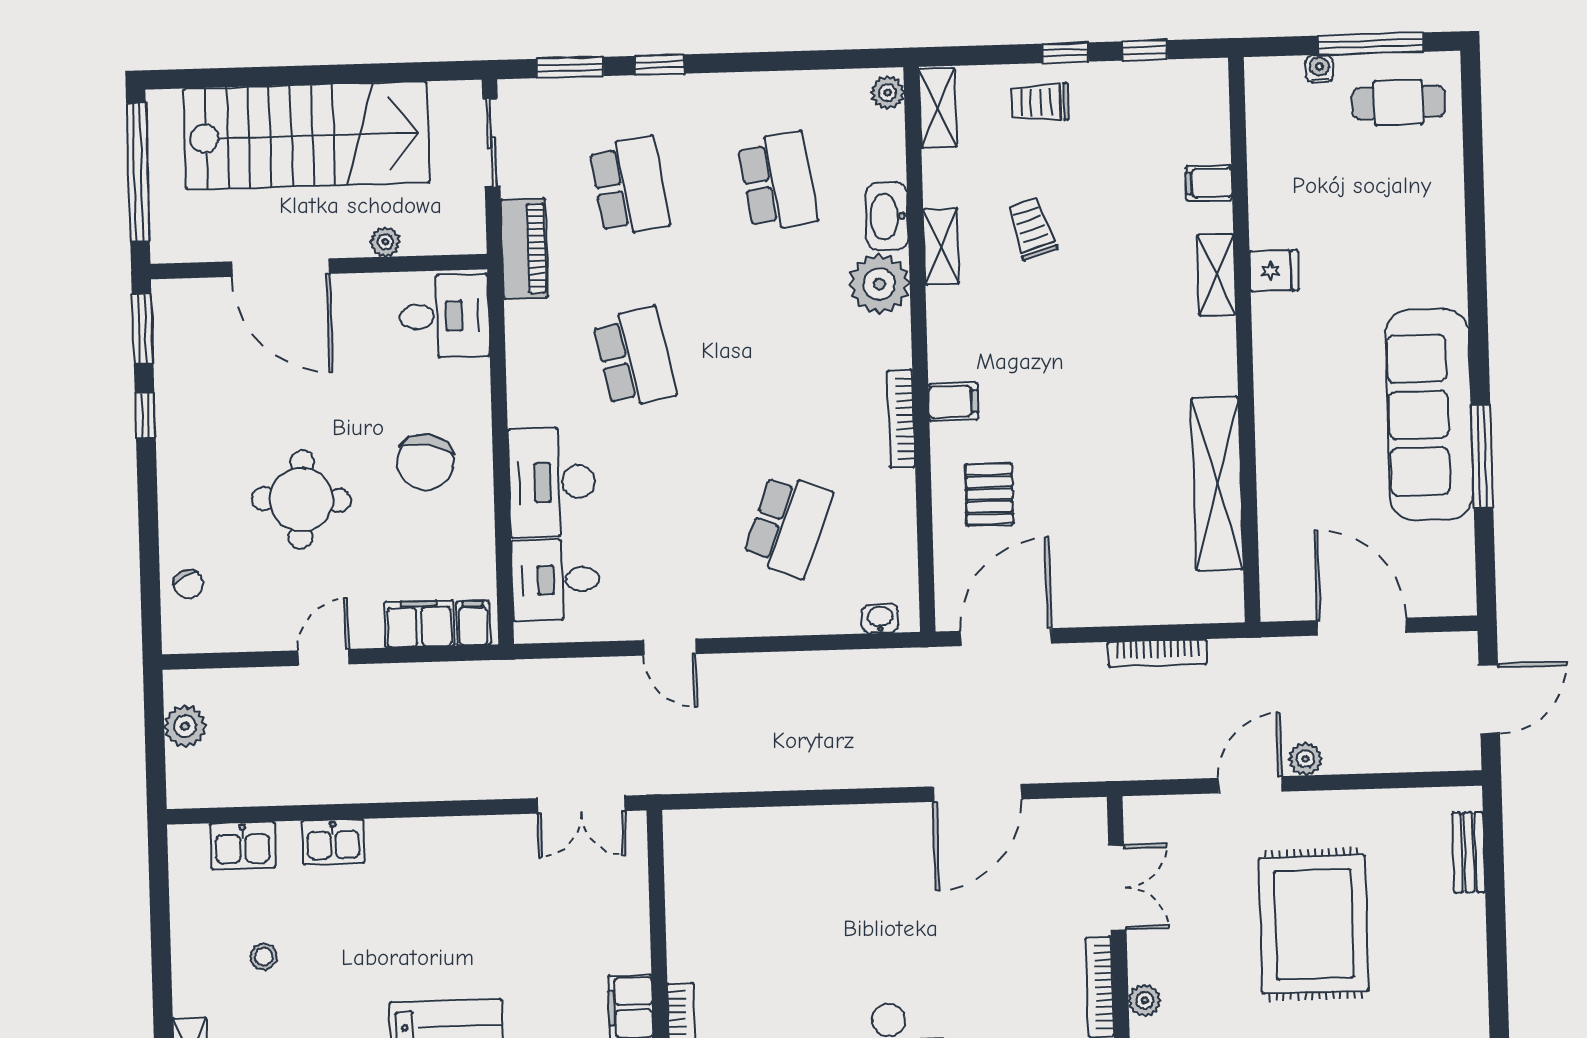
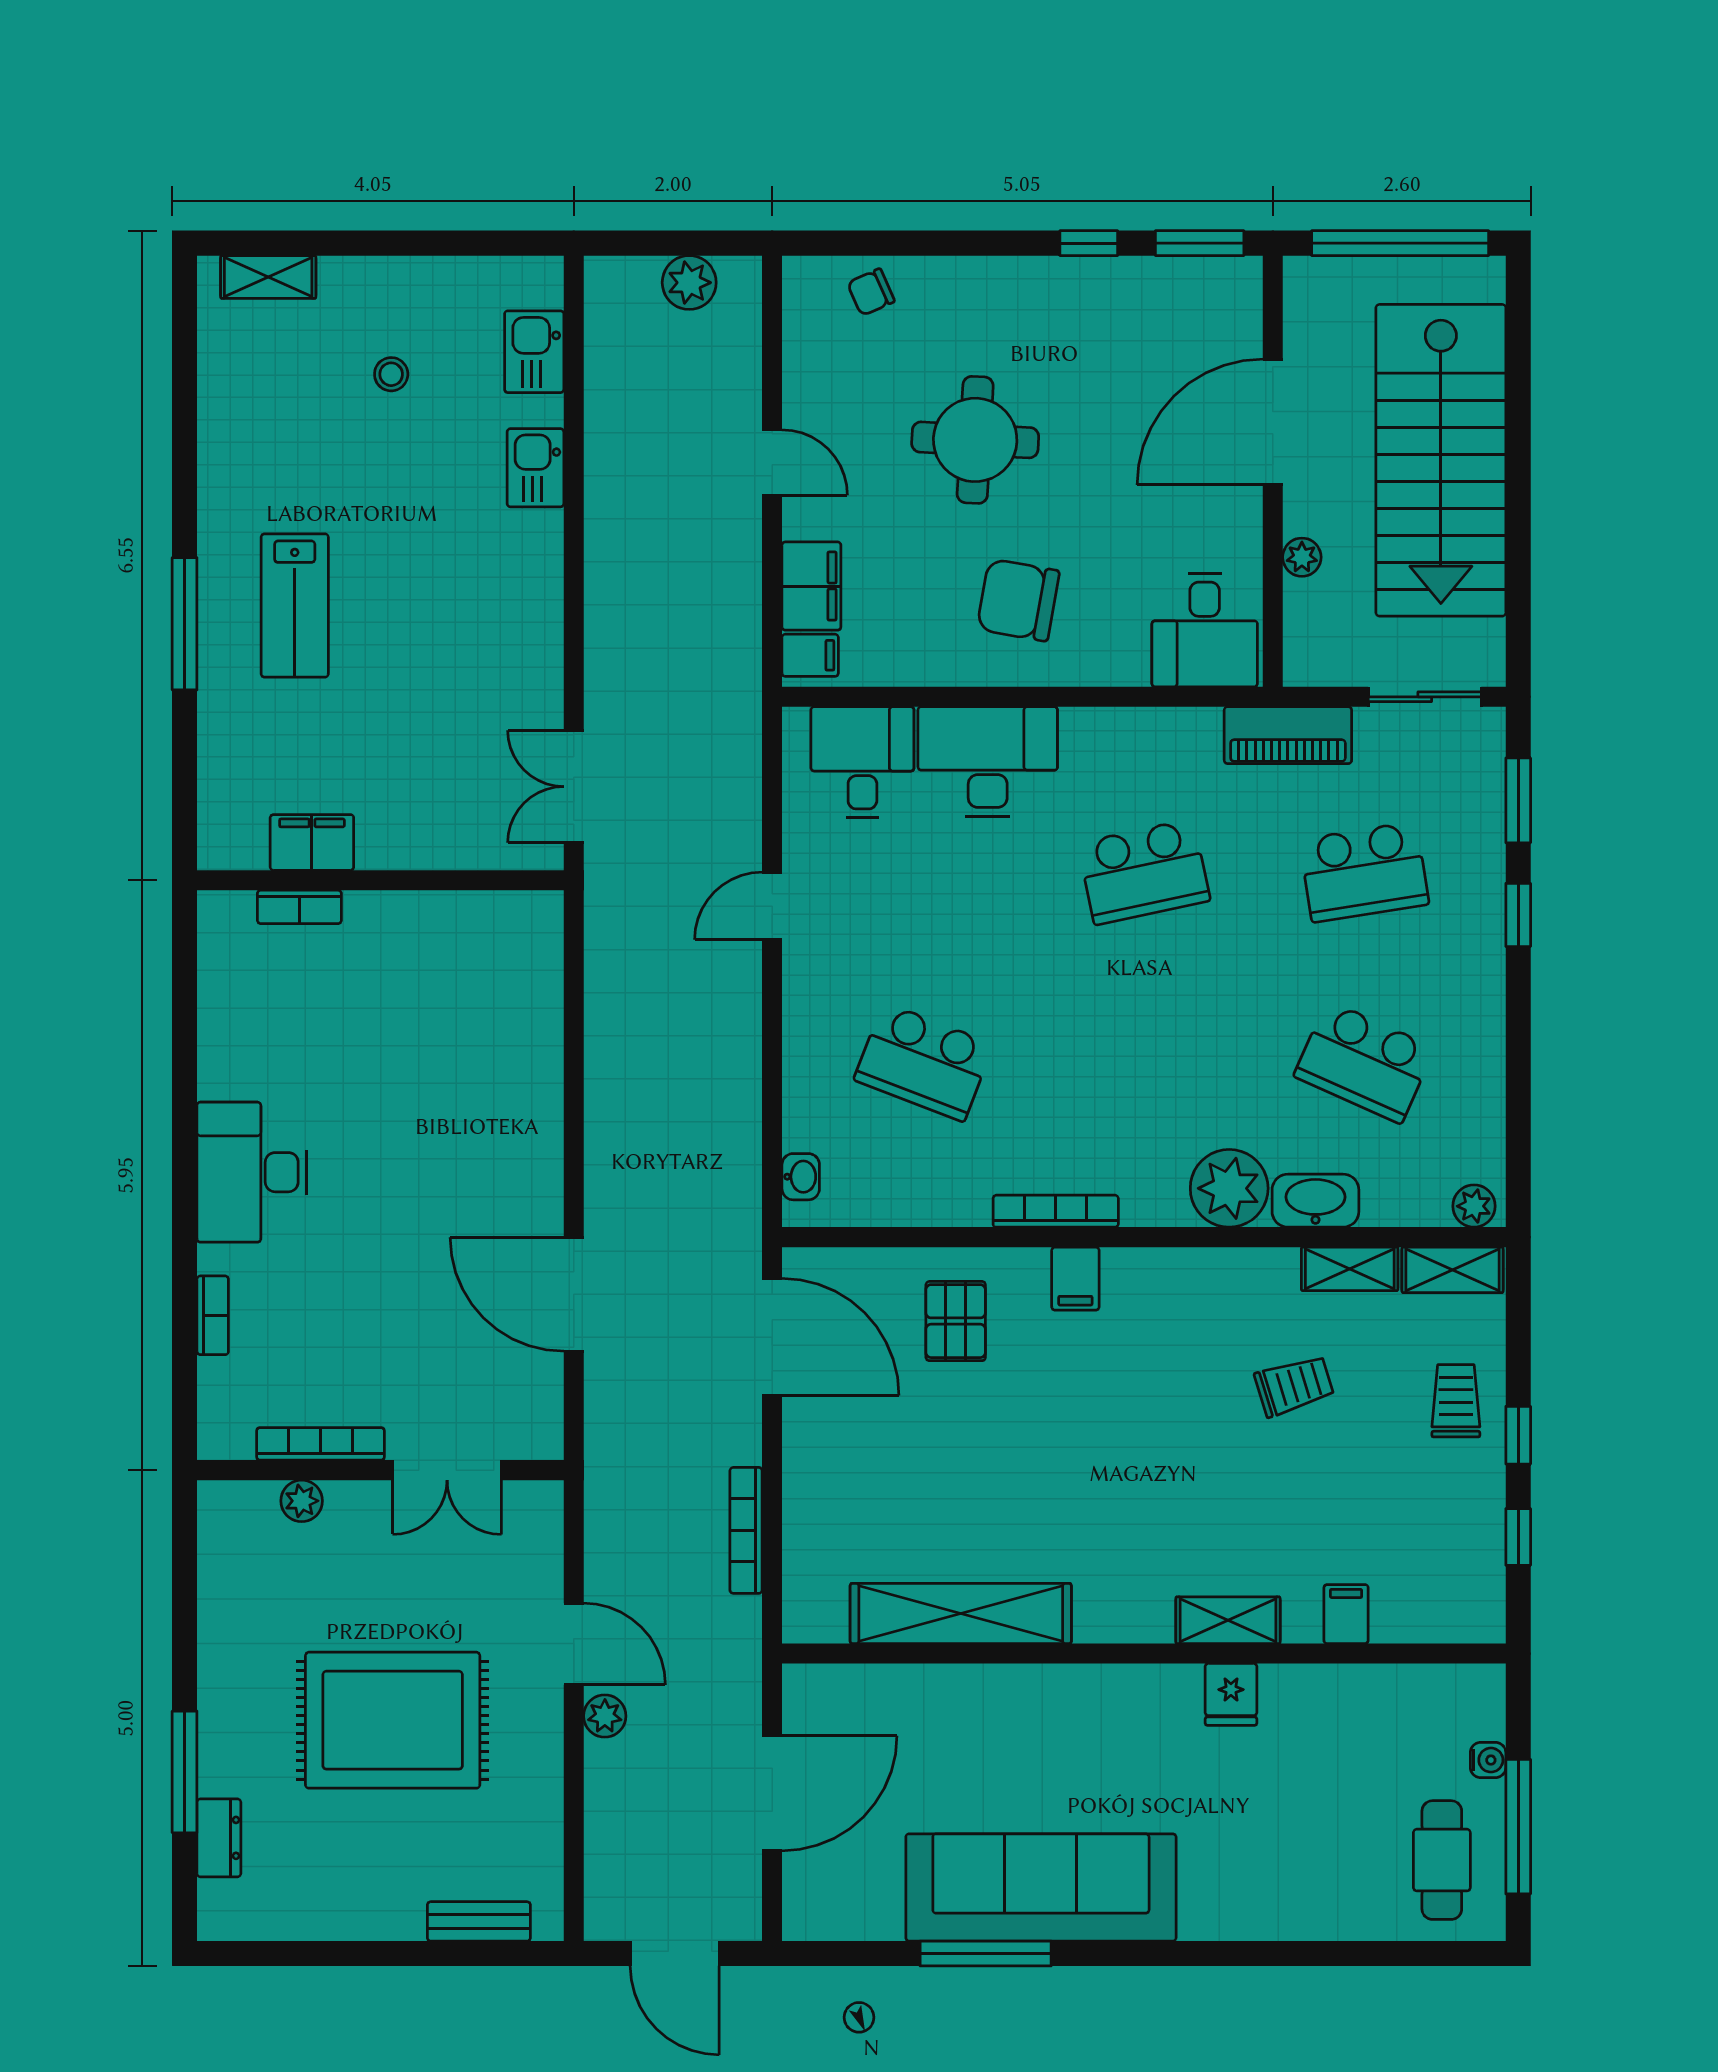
school desk: (778, 182) -> (1364, 1062), turned 33
shelving: (941, 247) -> (1350, 1269), moved
pallet: (989, 494) -> (956, 1321), turned 90

